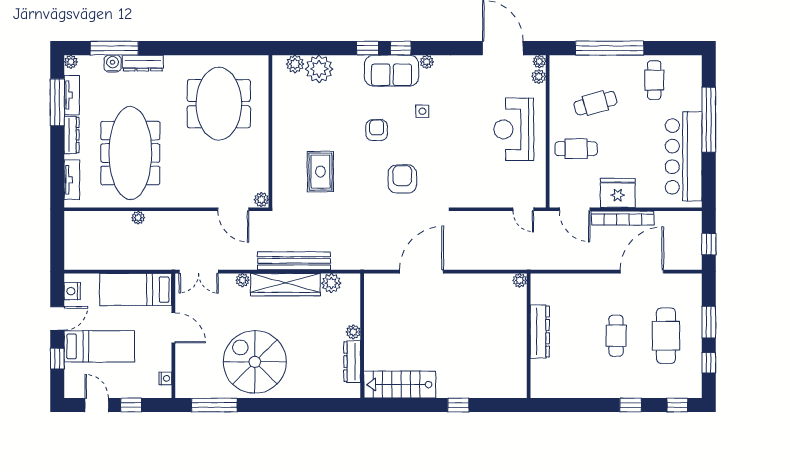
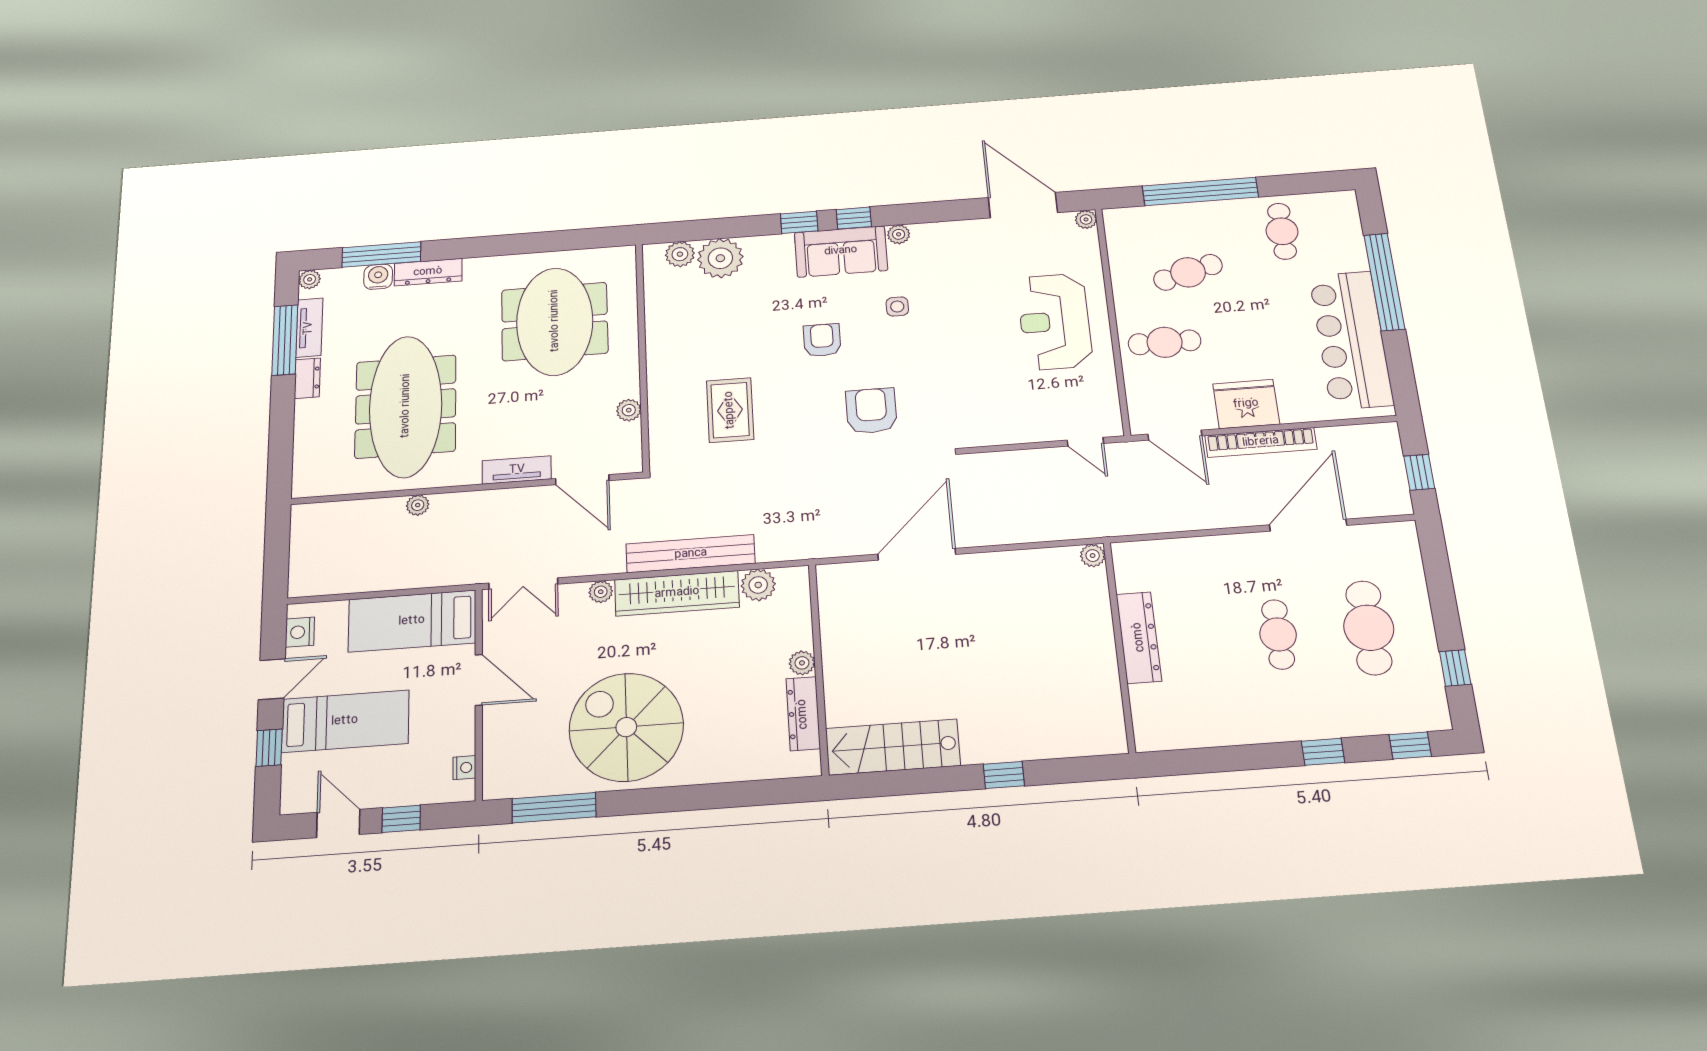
plant: (539, 76) -> (1088, 241), removed
dresser: (72, 135) -> (307, 378), width x0.70
tv unit: (72, 180) -> (517, 470), moved, turned -90
plant: (261, 200) -> (629, 410), moved
window: (709, 322) -> (1442, 599), removed

